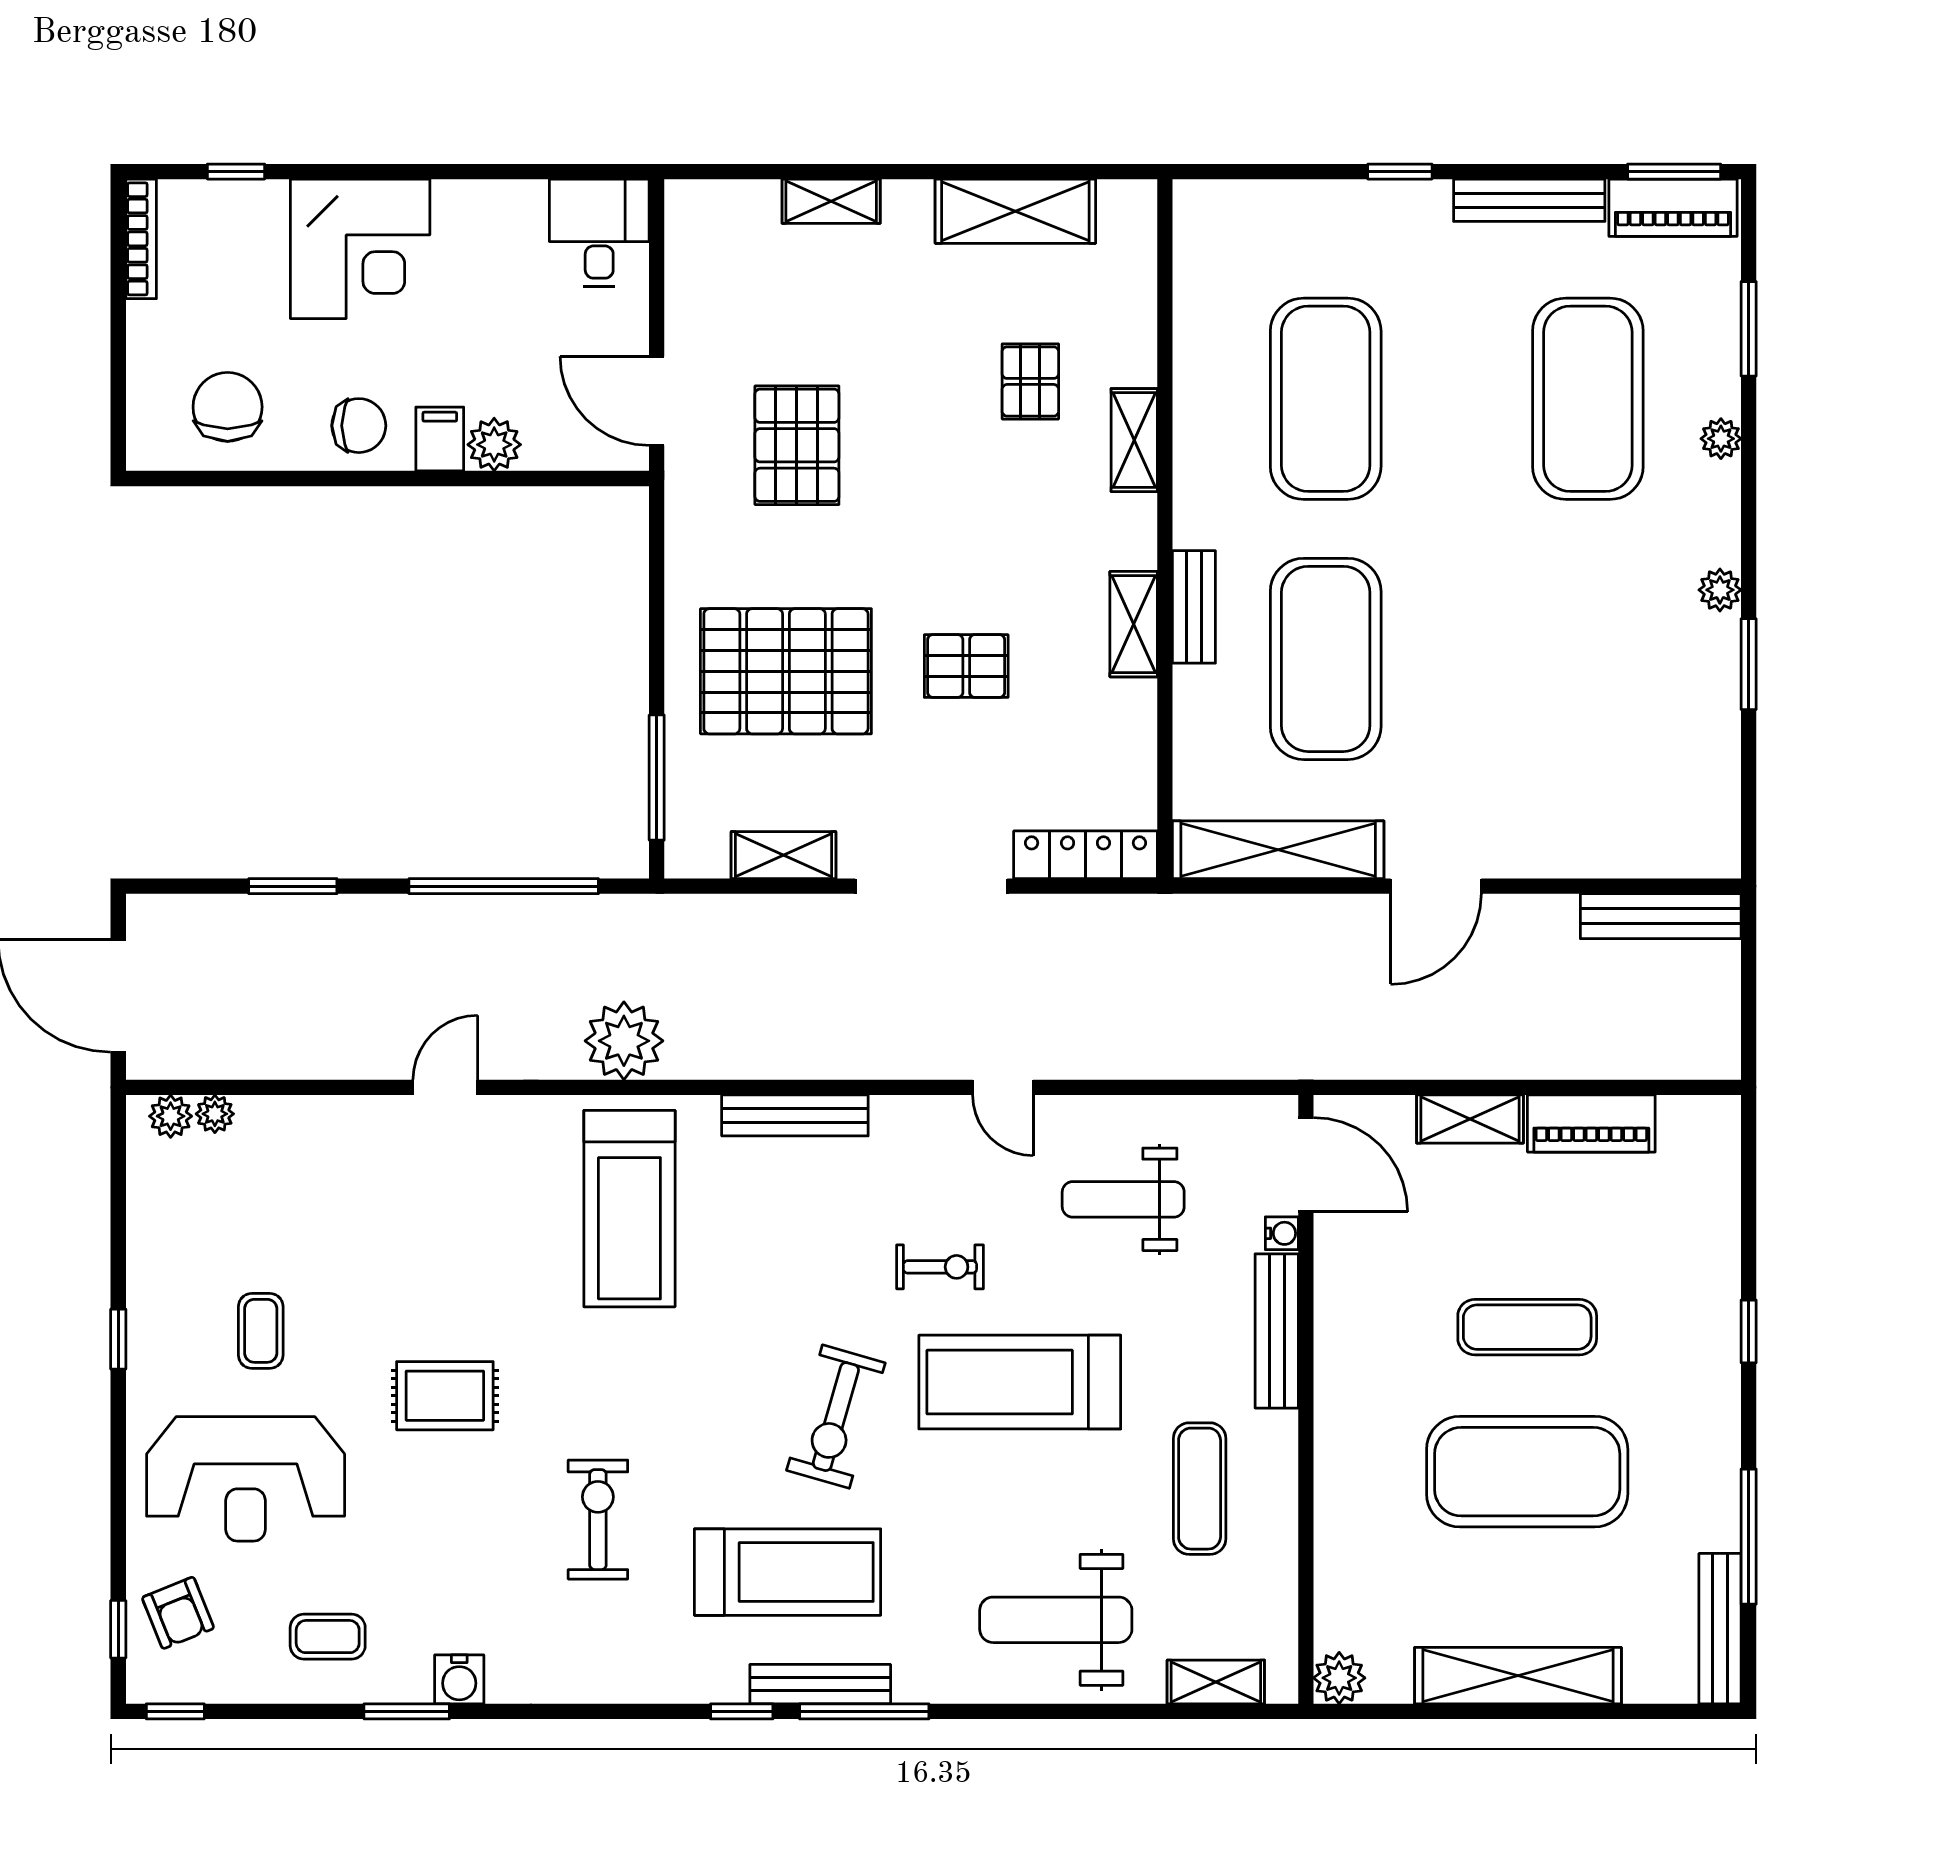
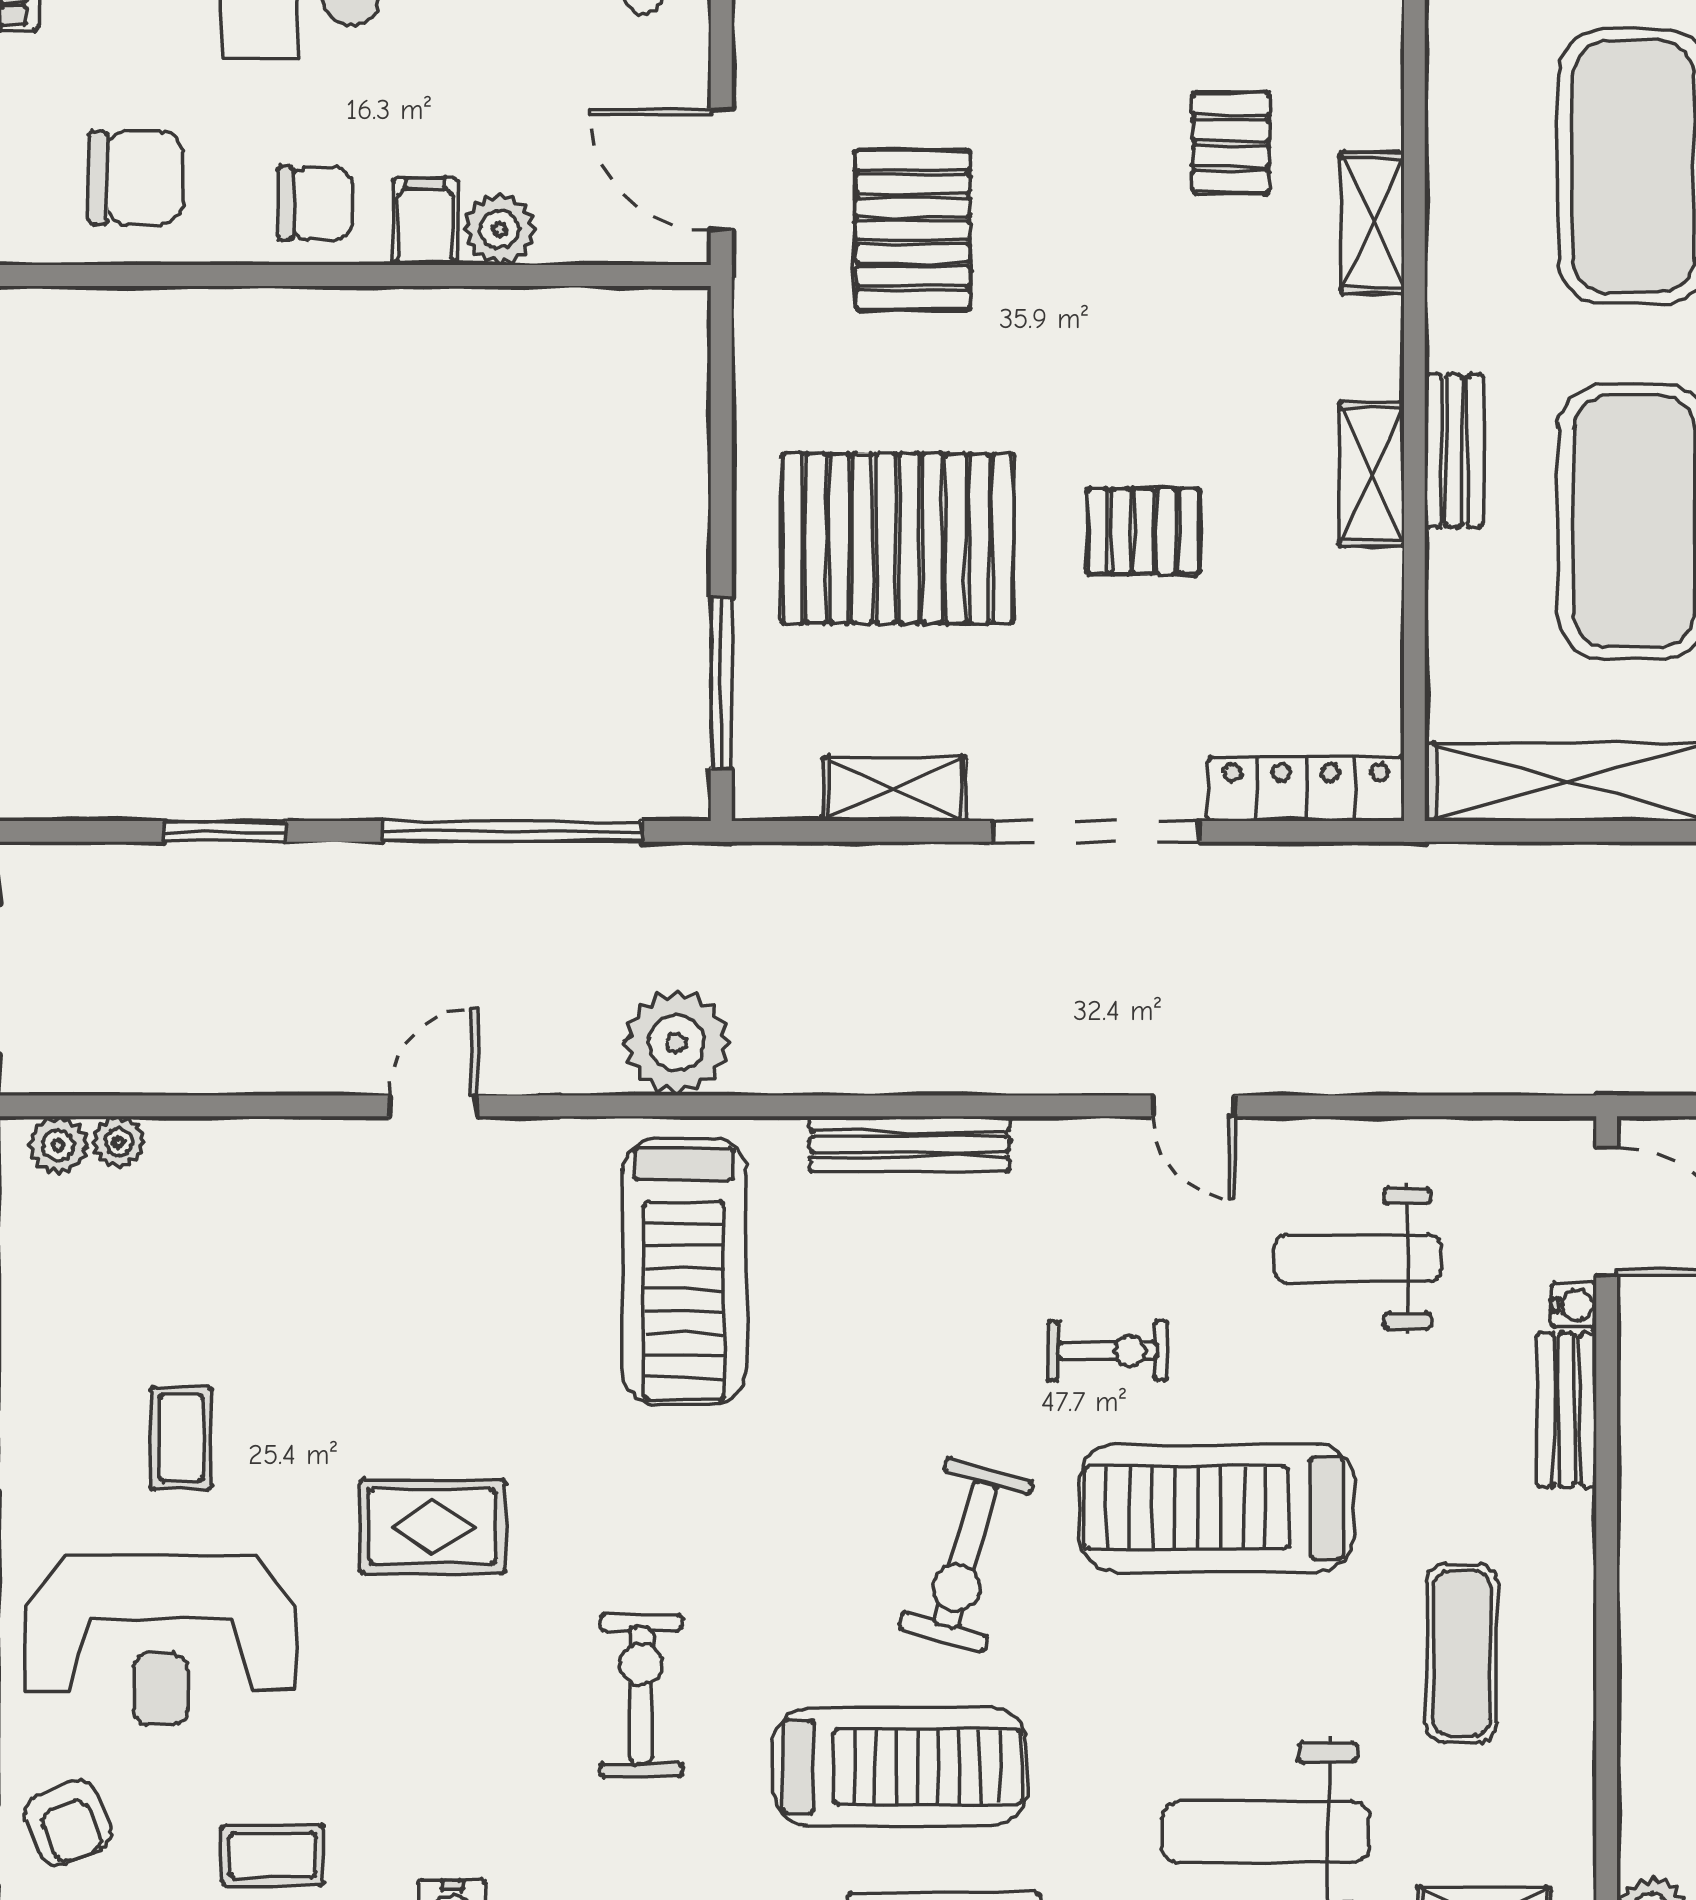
chair: (228, 407) -> (136, 178), turned 90
bench: (1277, 1331) -> (1567, 1410), width x0.73

